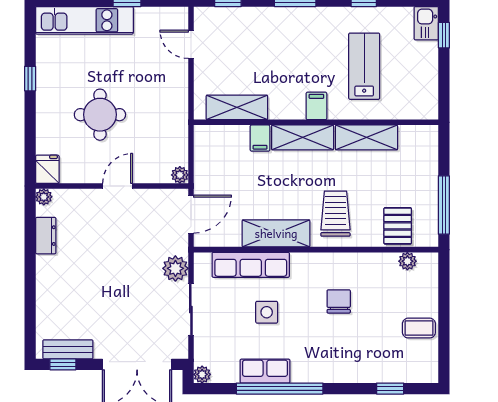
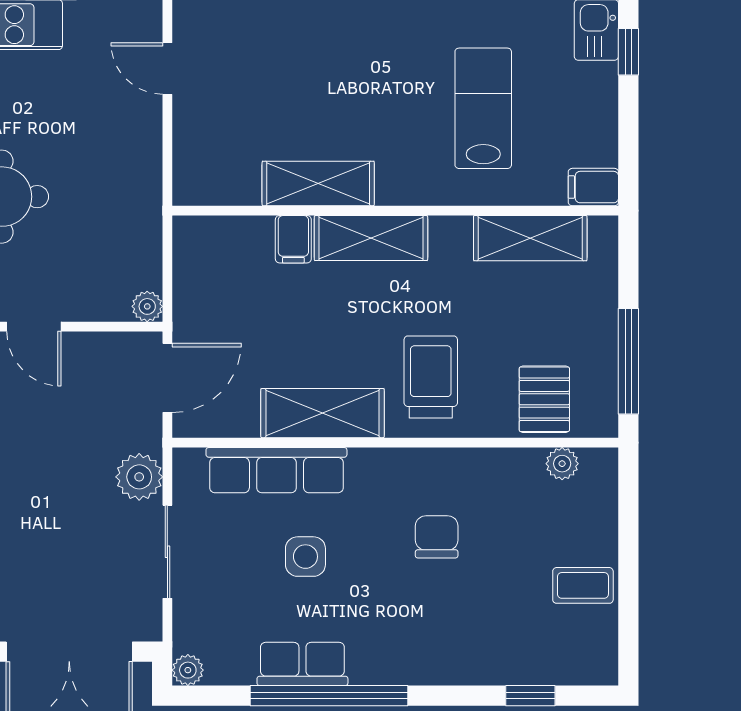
filing cabinet: (316, 106) -> (593, 187), moved, turned -90
shelving: (237, 107) -> (318, 183), moved
shelving: (367, 137) -> (530, 238), moved
door: (118, 186) -> (34, 327), swing flipped

